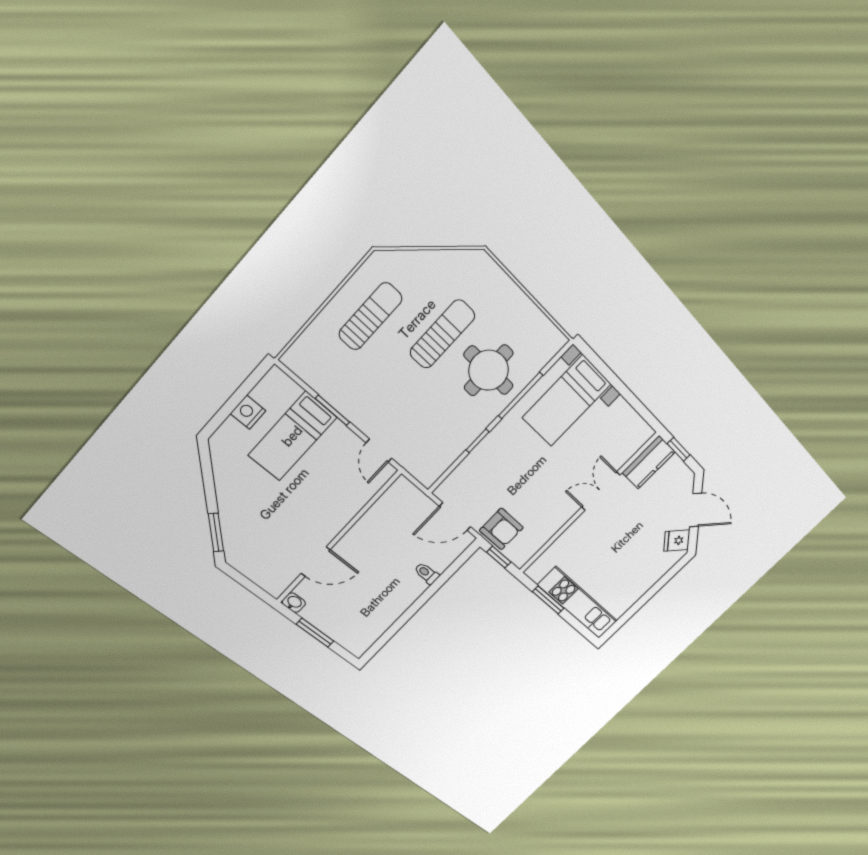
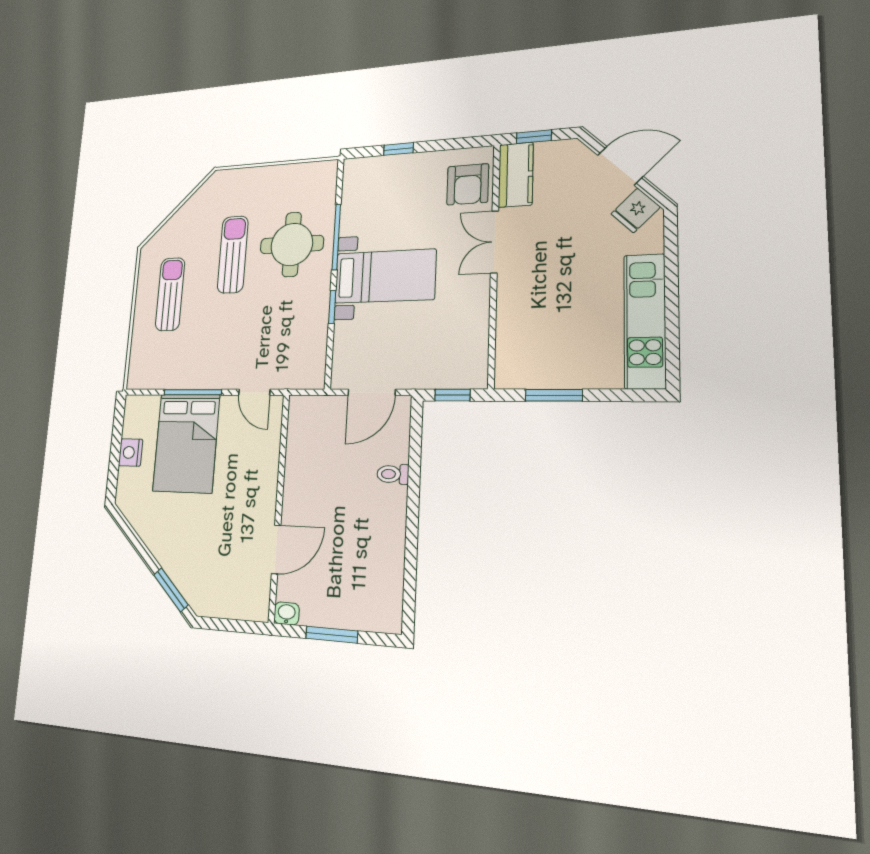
window: (609, 375) -> (399, 149), added
bed with nightstands: (567, 401) -> (385, 276), moved, turned -90
window: (332, 410) -> (193, 392), width x1.44
bed: (292, 436) -> (186, 443), width x1.50
armchair: (501, 529) -> (468, 184), moved, turned 90
kitchen unit: (578, 603) -> (645, 321), moved, turned -90

